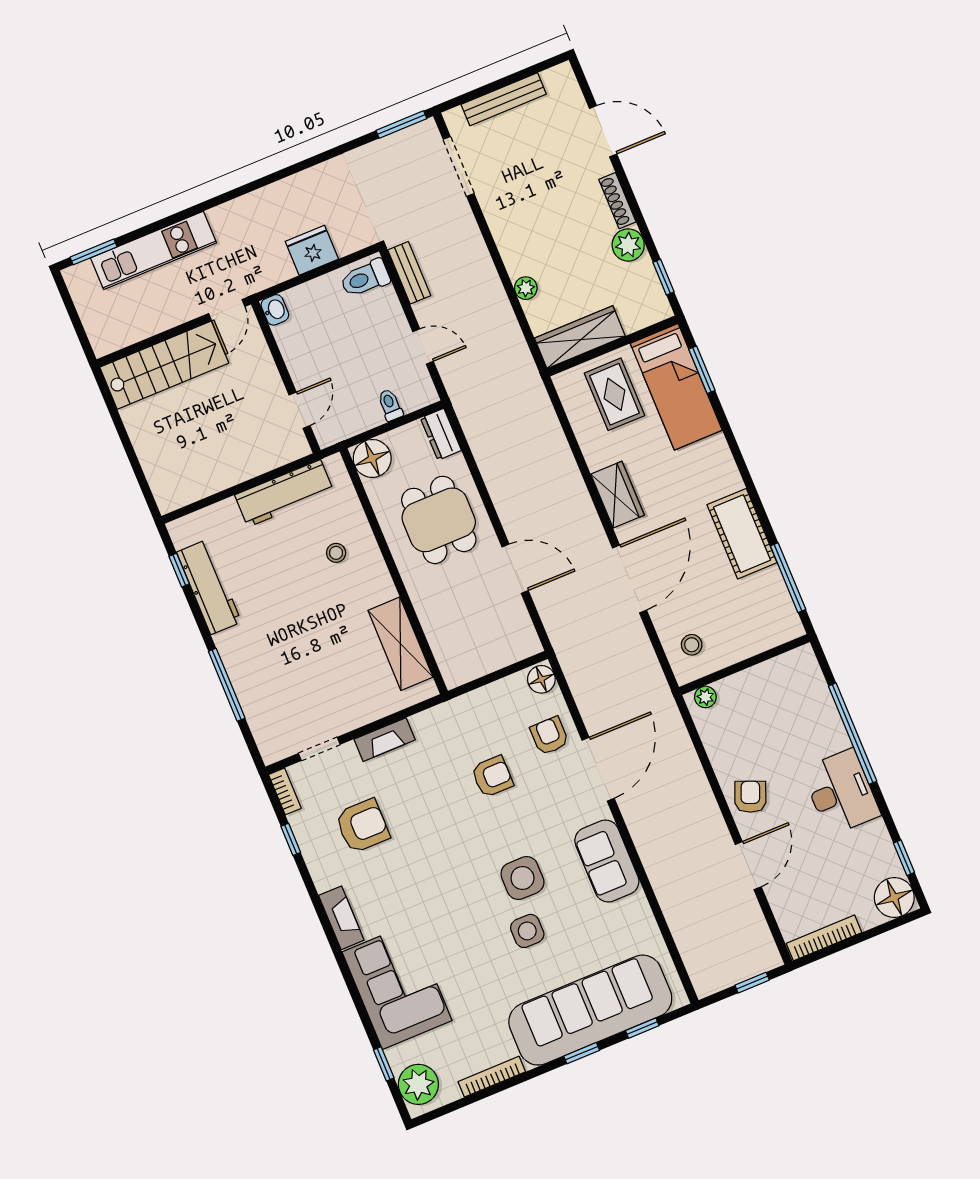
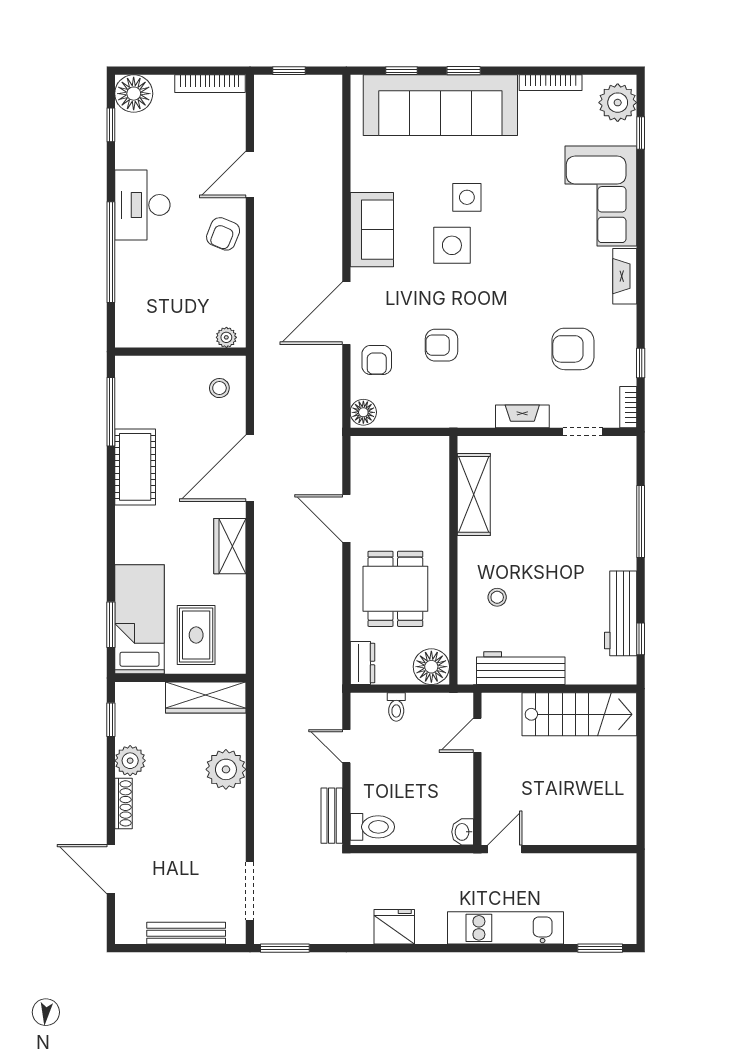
kitchen unit: (153, 250) -> (506, 928), moved
fridge: (312, 250) -> (394, 927), moved, turned 180
plant: (526, 288) -> (226, 769), width x1.88, depth x1.88
stairs: (164, 365) -> (579, 714), moved, turned 180

